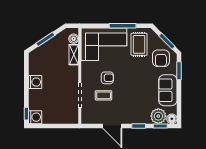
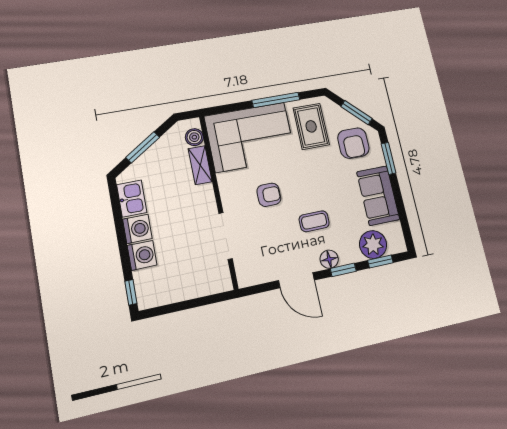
kitchen sink: (35, 66) -> (132, 199), added
coffee table: (104, 95) -> (314, 221), moved
washing machine: (35, 117) -> (142, 255), moved
floor lamp: (172, 119) -> (329, 259), moved

